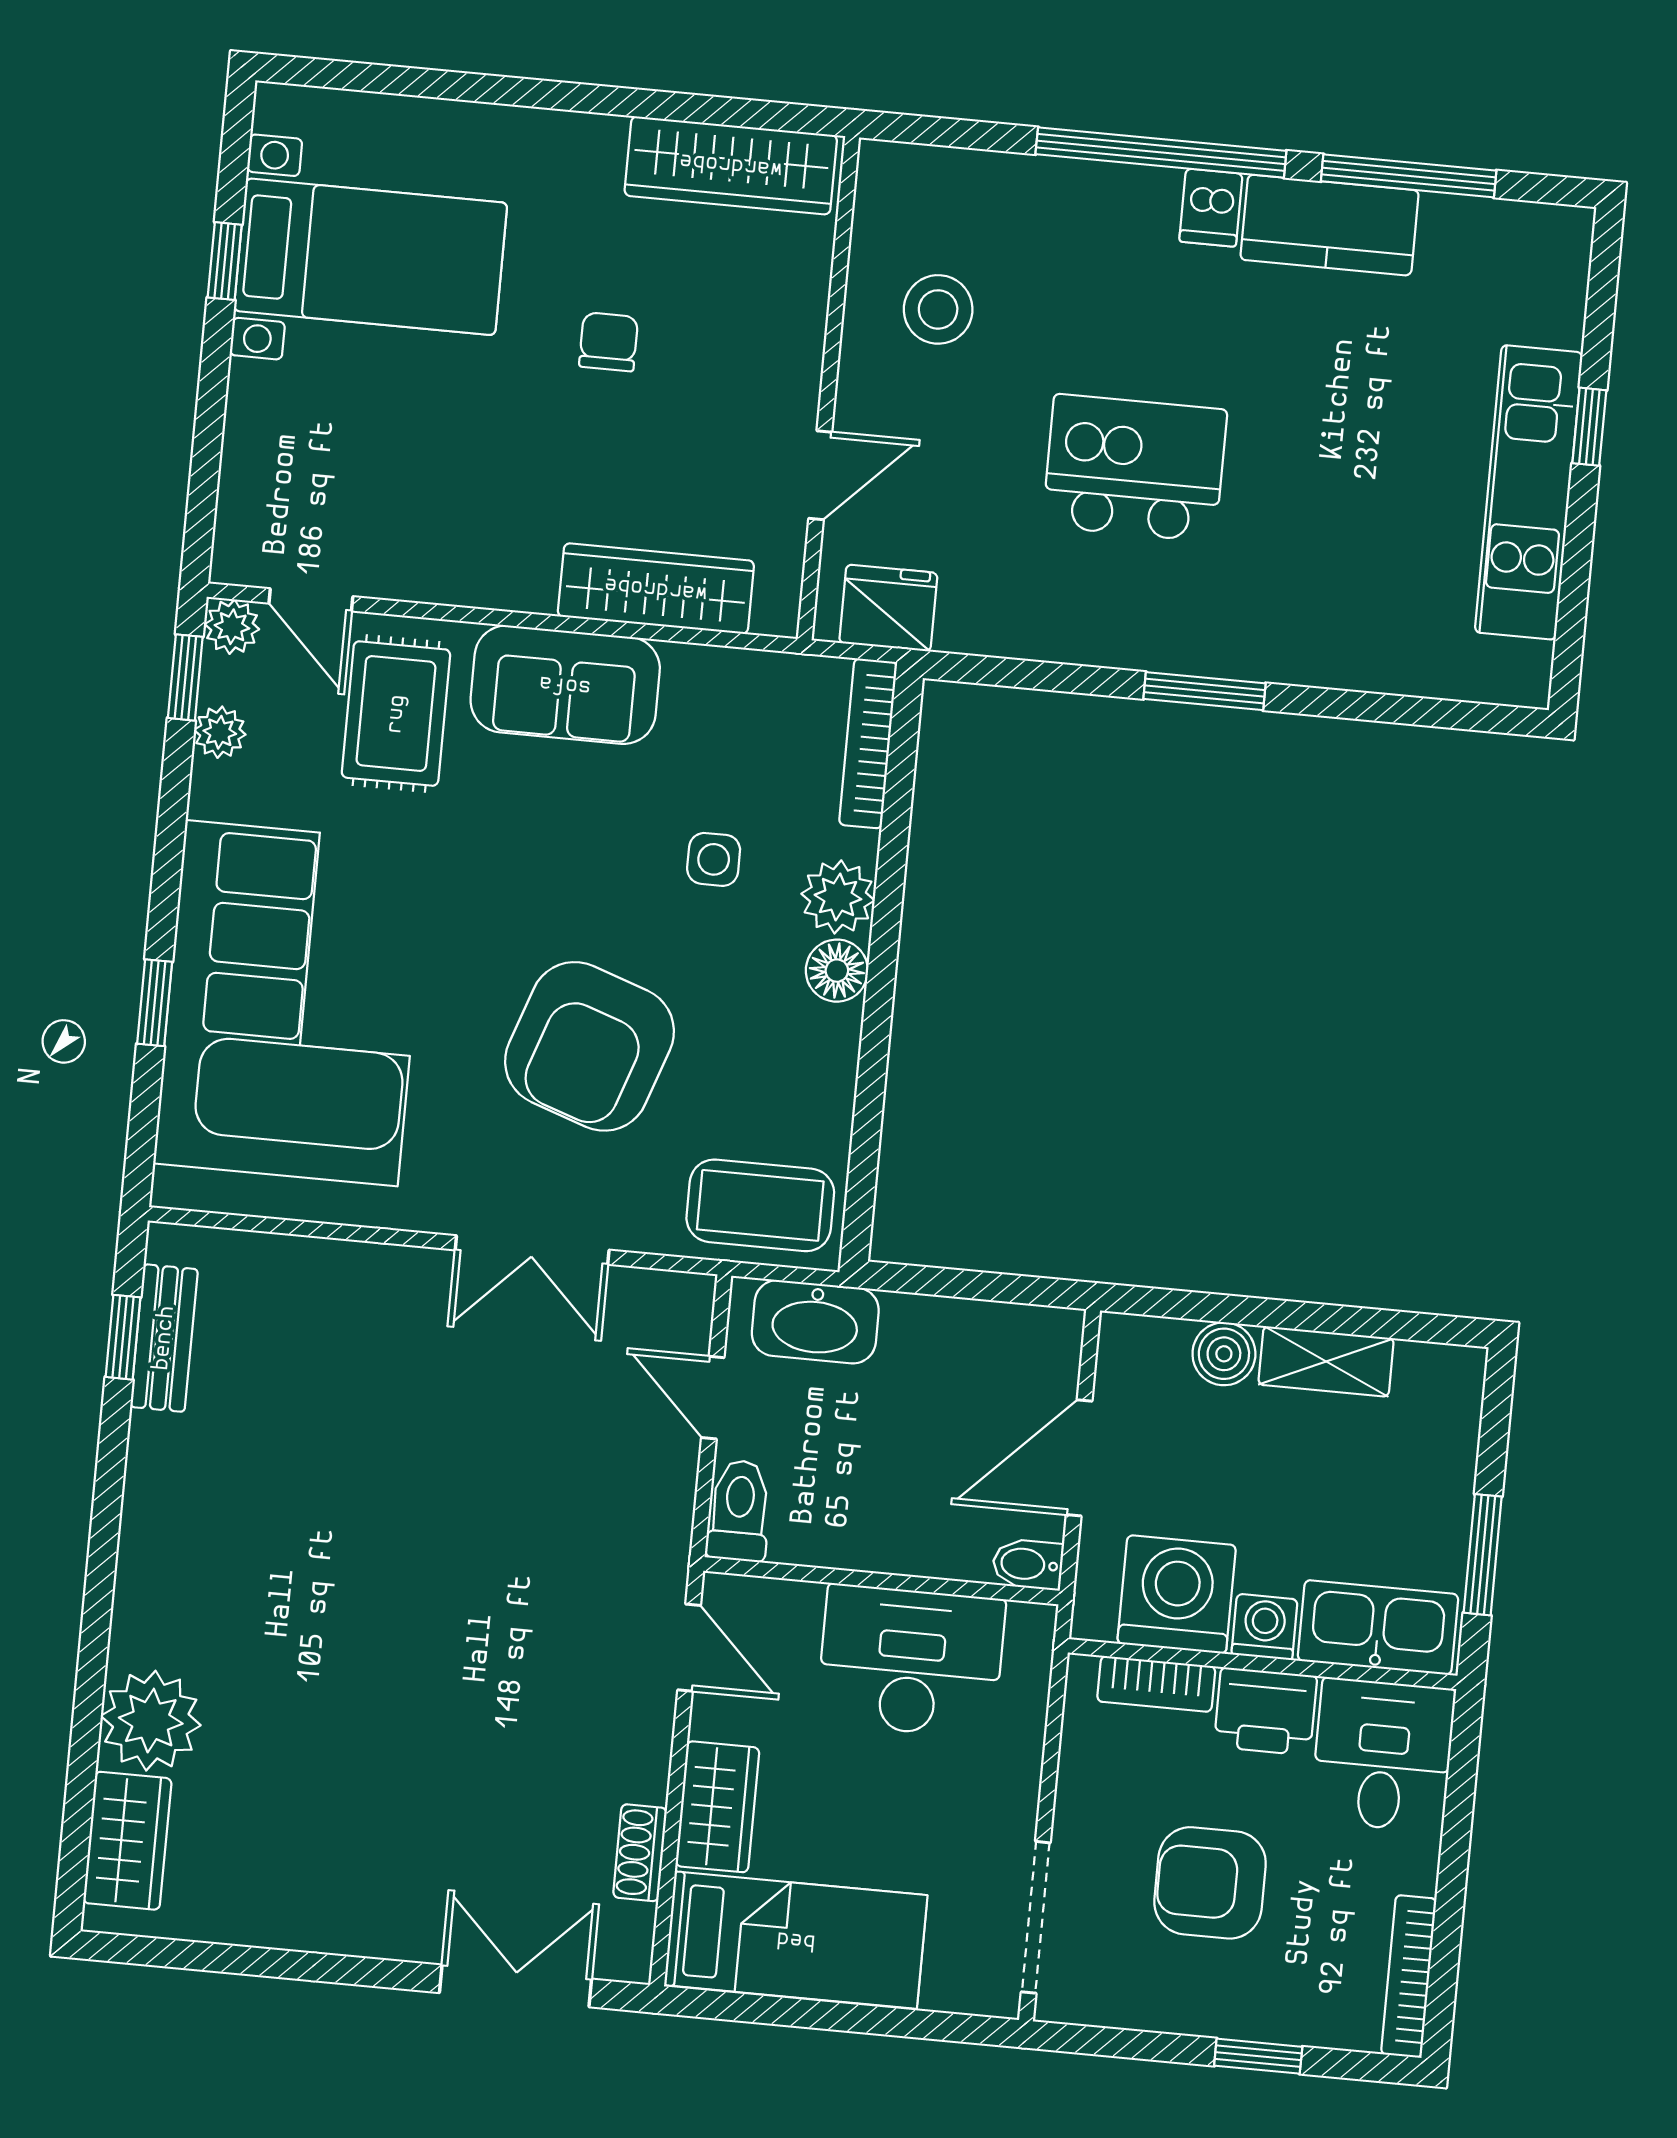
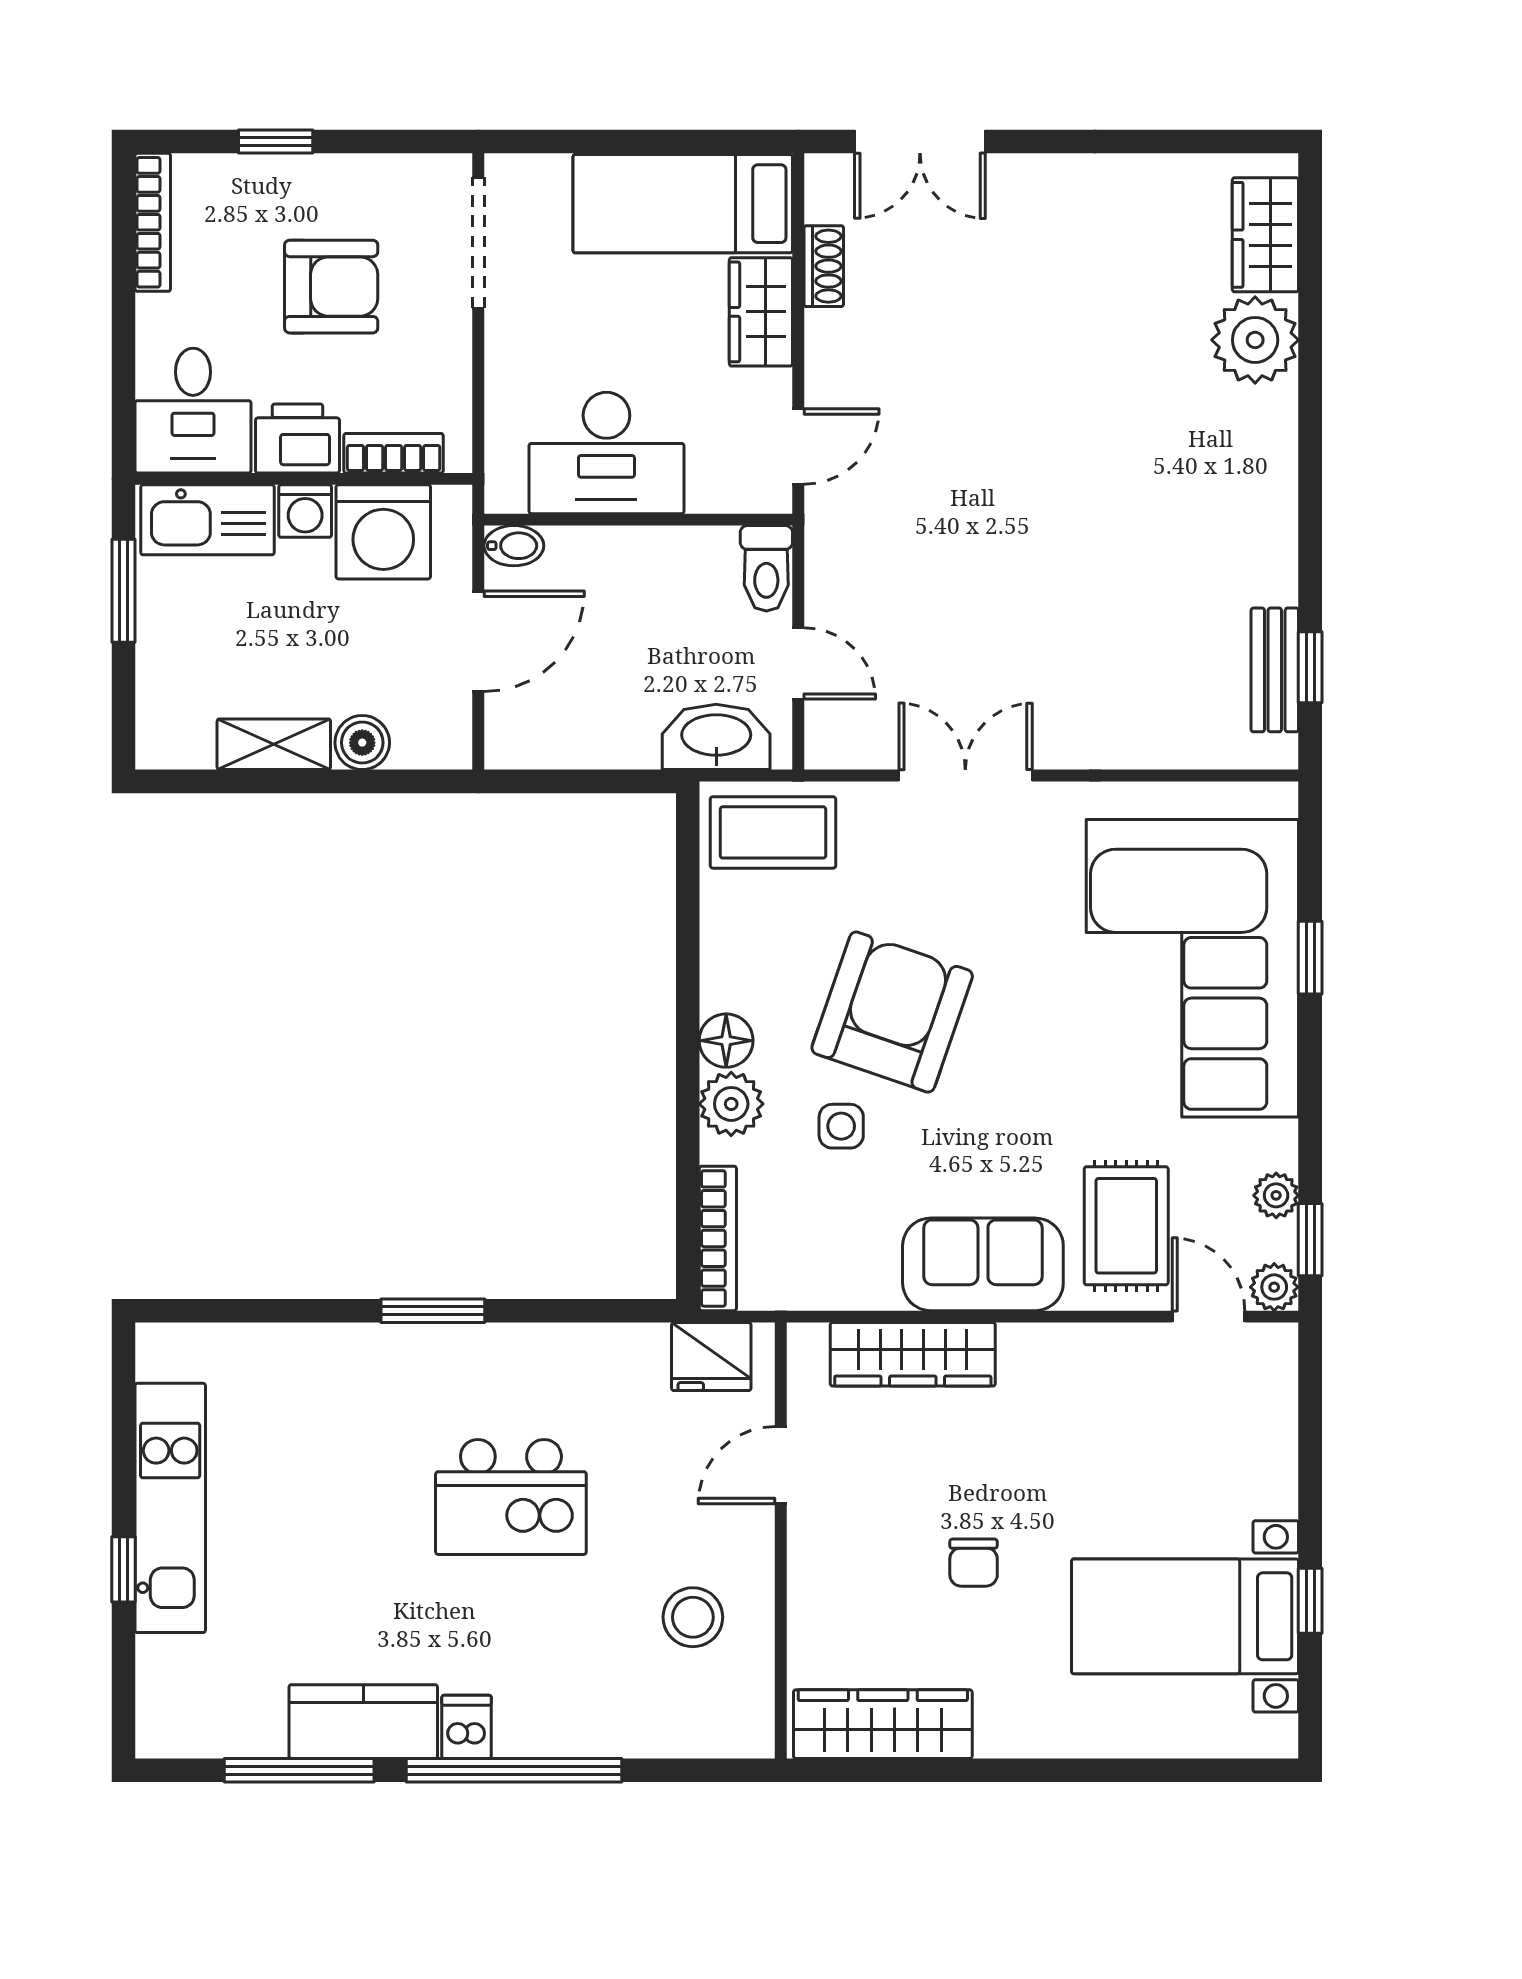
armchair: (590, 1046) -> (892, 1012), moved
door: (689, 1648) -> (798, 447), swing flipped

